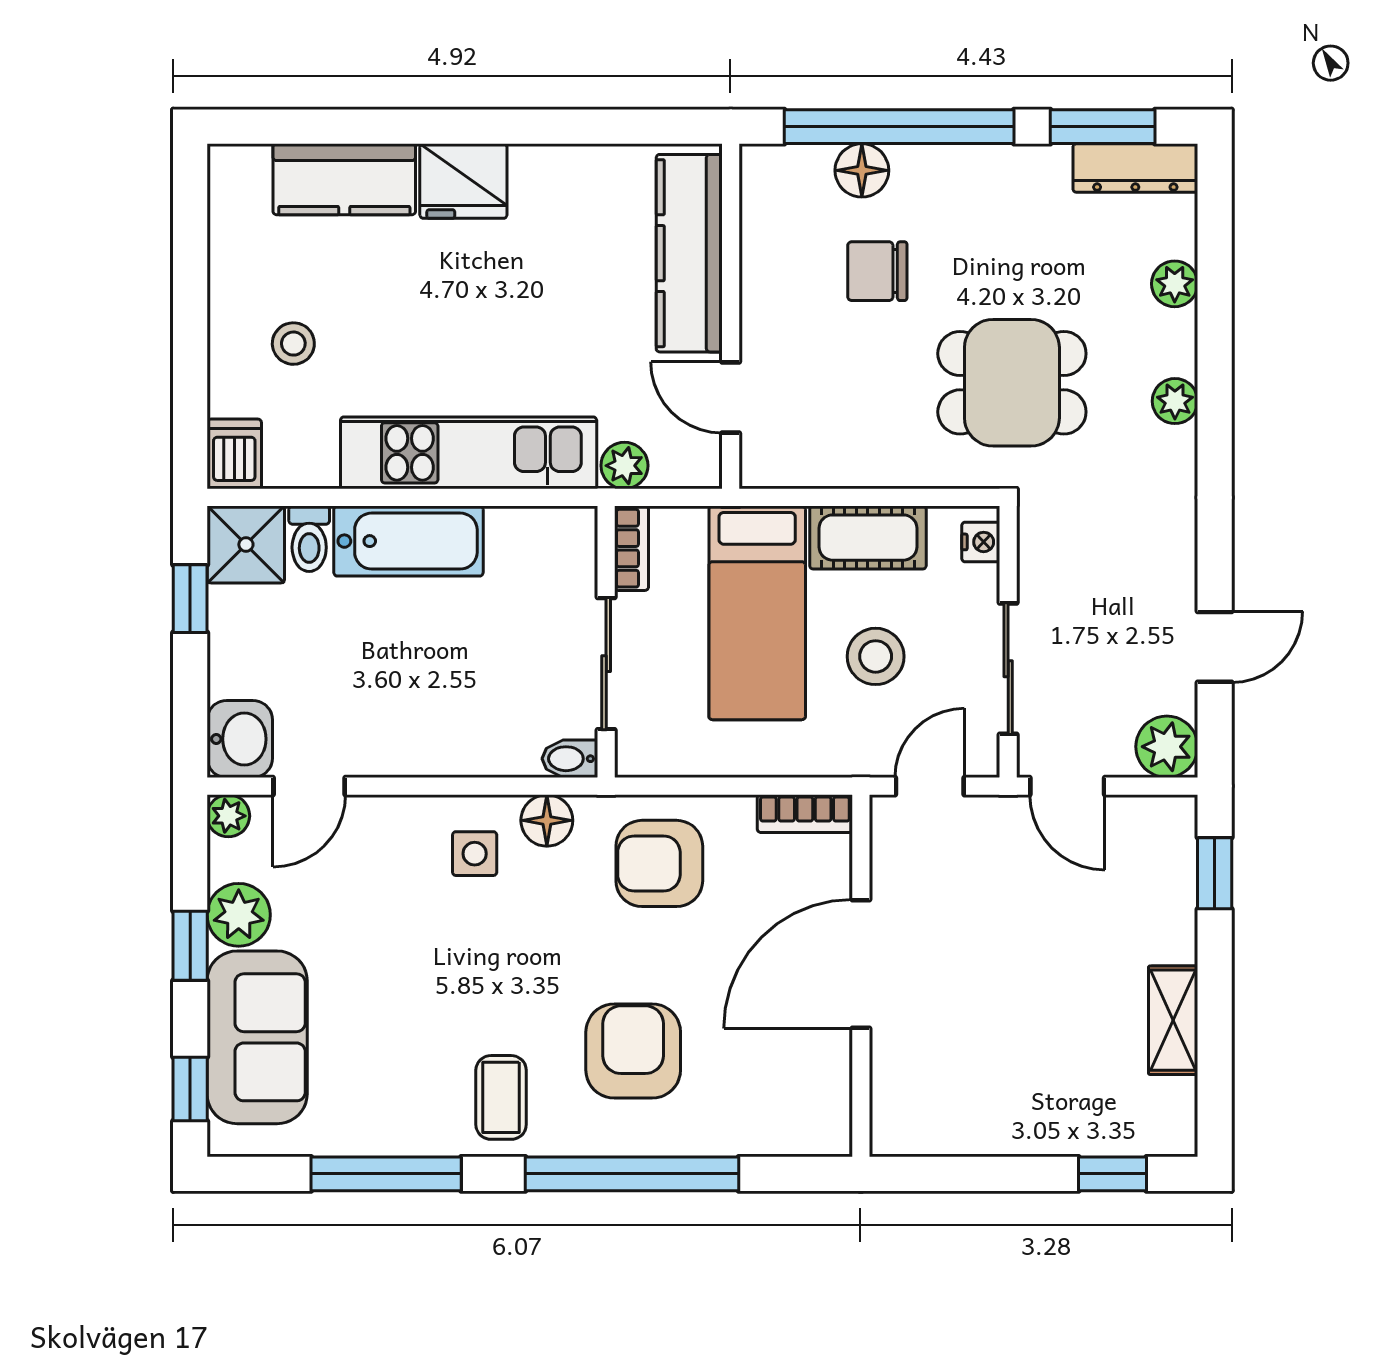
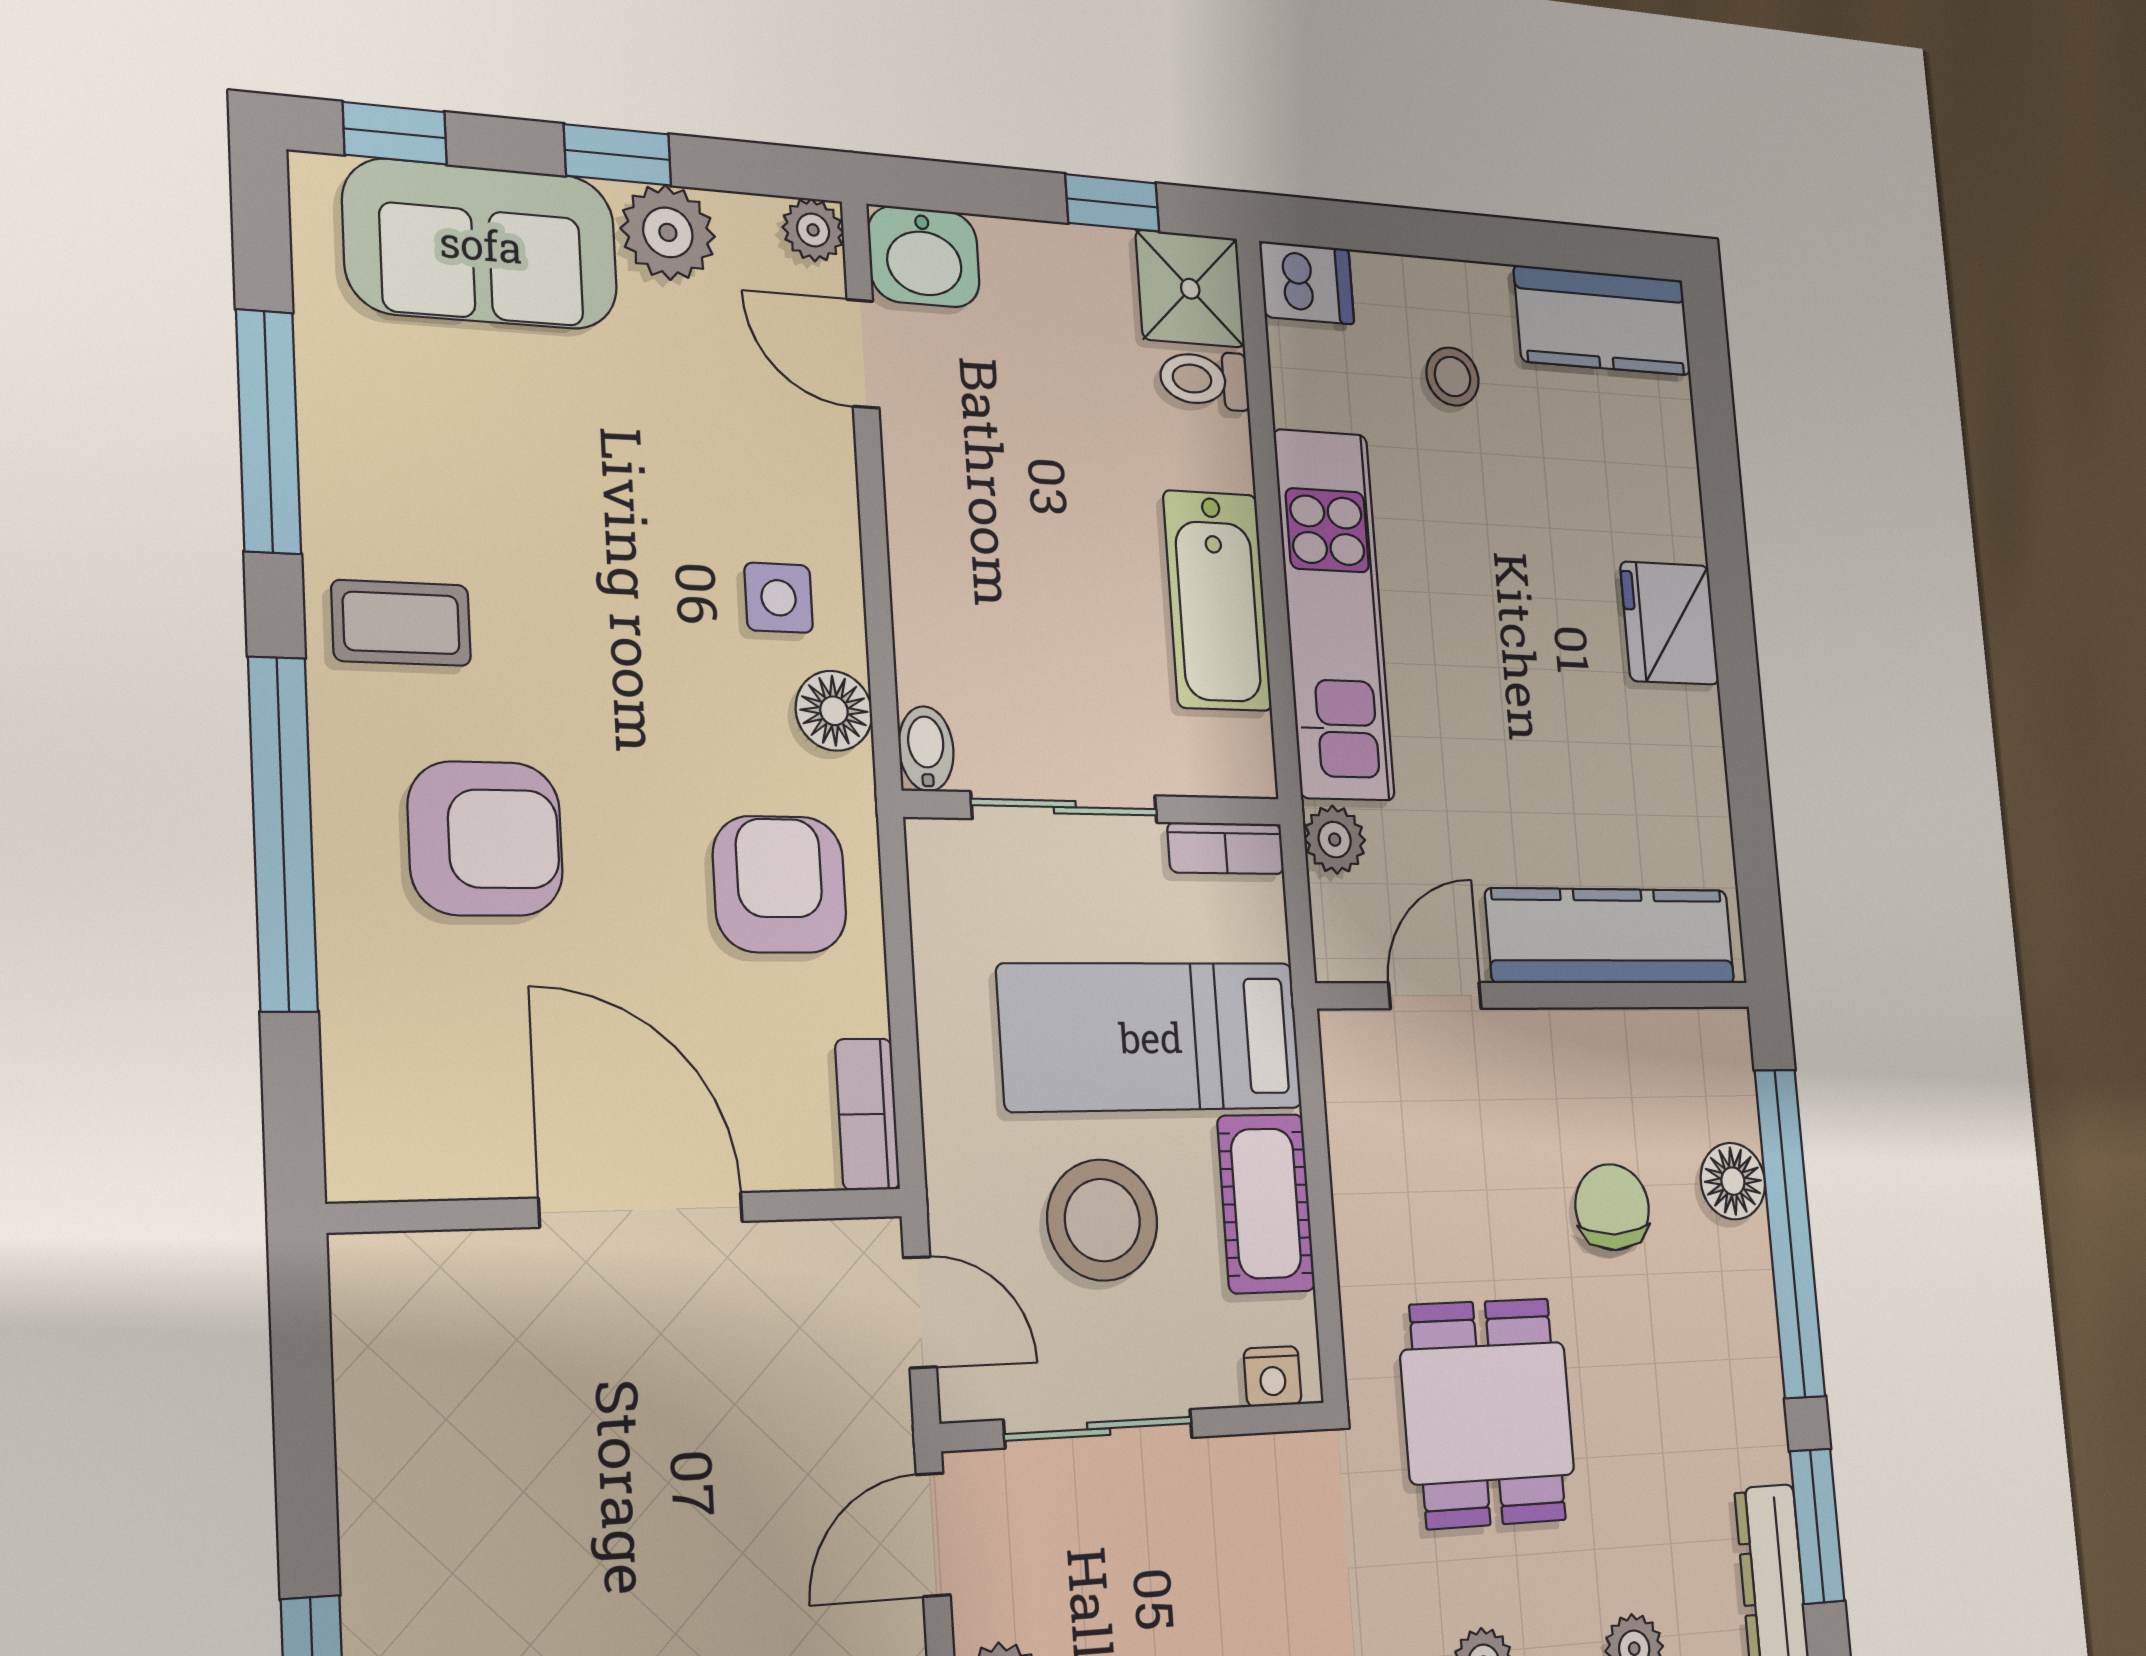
kitchen counter: (344, 179) -> (1603, 320), moved, turned -90
bathtub: (408, 541) -> (1217, 601), moved
stool: (876, 656) -> (1102, 1220), width x1.38, depth x1.38

